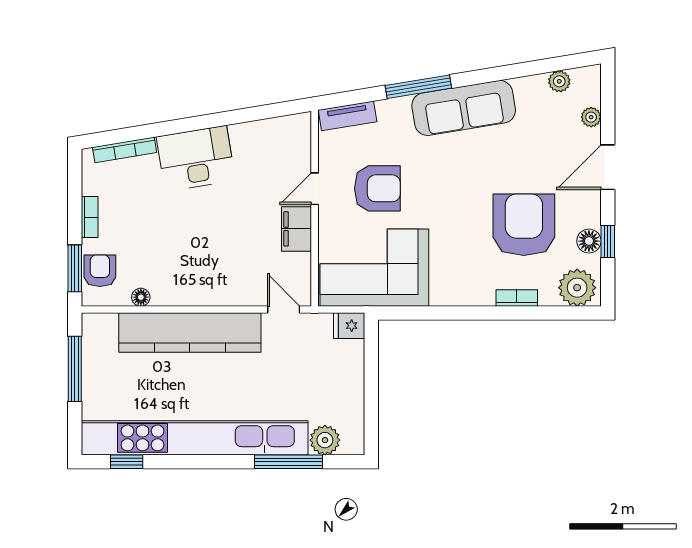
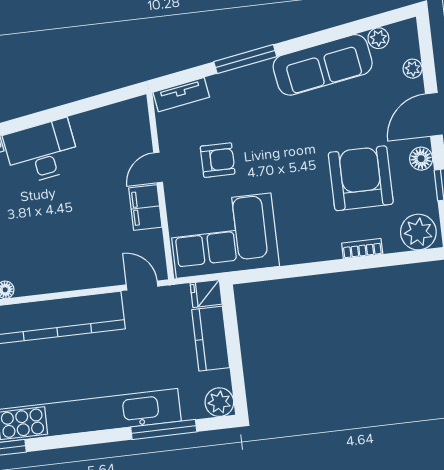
sofa: (464, 108) -> (323, 65), moved
armchair: (377, 188) -> (218, 160), width x0.72, depth x0.72
floor lamp: (589, 241) -> (421, 159), moved
kitchen counter: (348, 373) -> (211, 339), added
plant: (325, 440) -> (219, 402), moved

